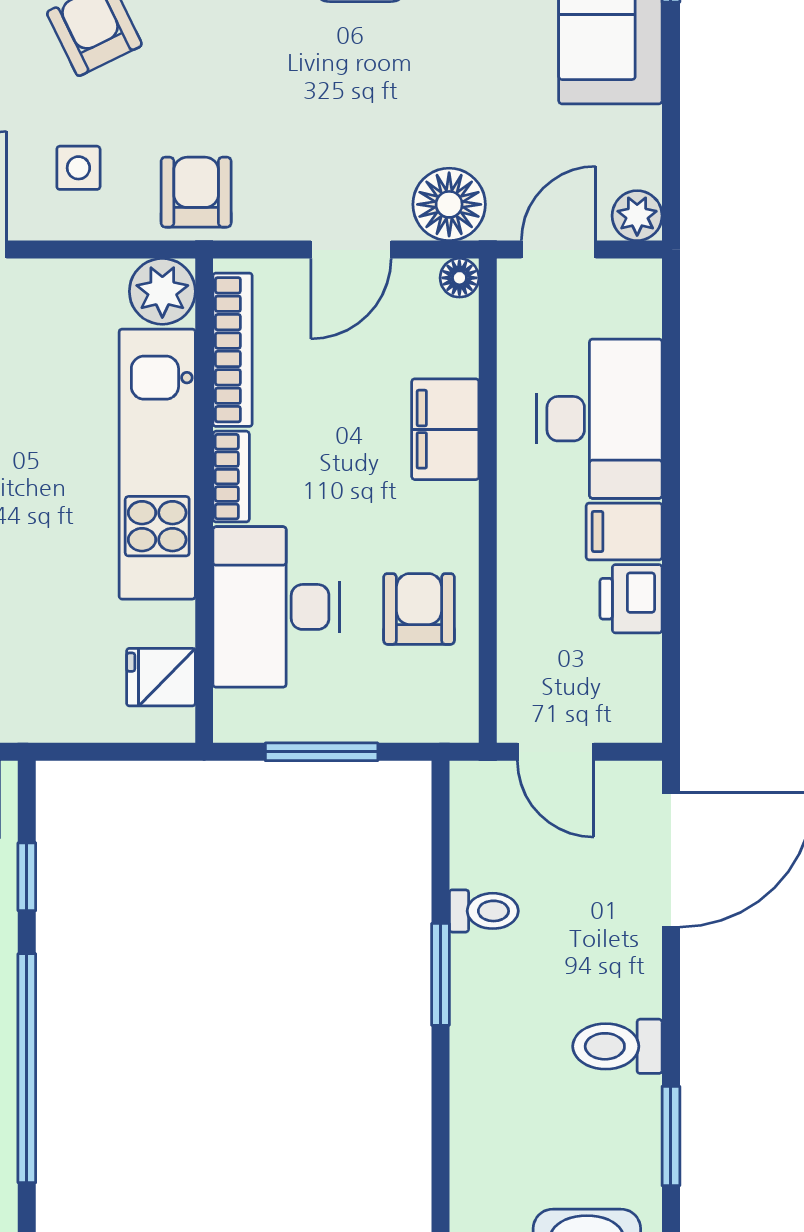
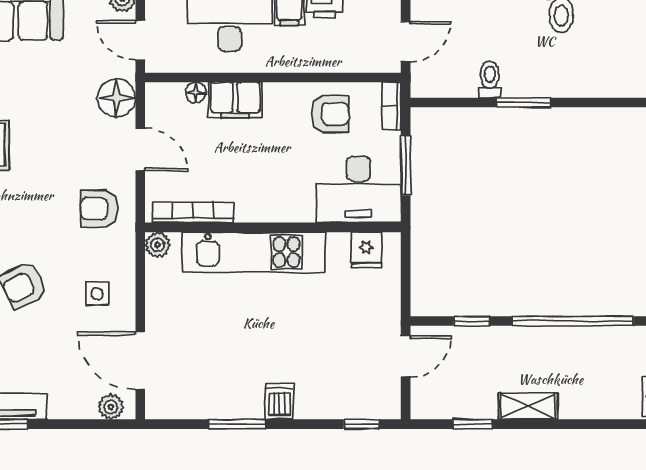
armchair: (196, 192) -> (99, 209), moved
floor lamp: (459, 278) -> (196, 92), moved
plant: (162, 291) -> (158, 245), width x0.73, depth x0.73
bookcase: (231, 477) -> (391, 106), moved, turned -90
desk: (276, 607) -> (359, 189), moved
armchair: (419, 609) -> (330, 114), turned 180

